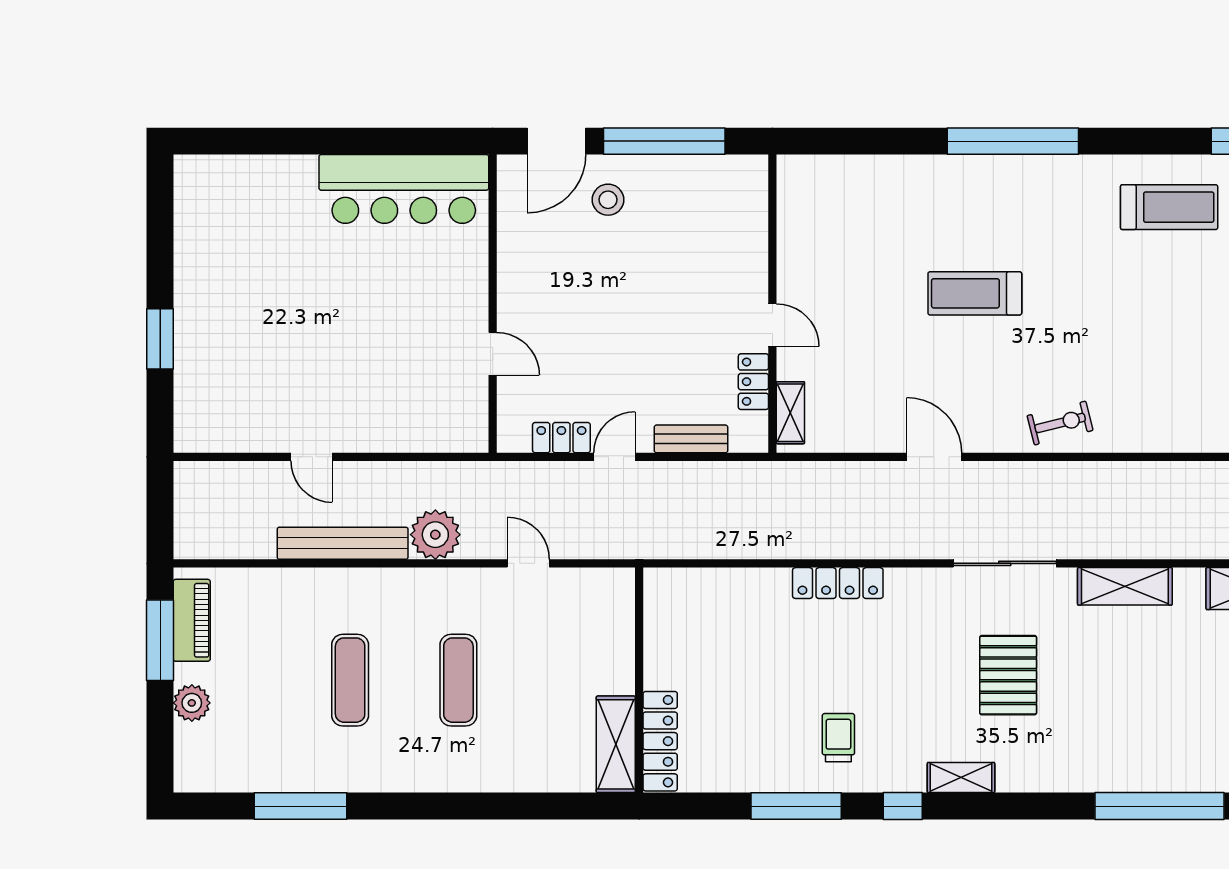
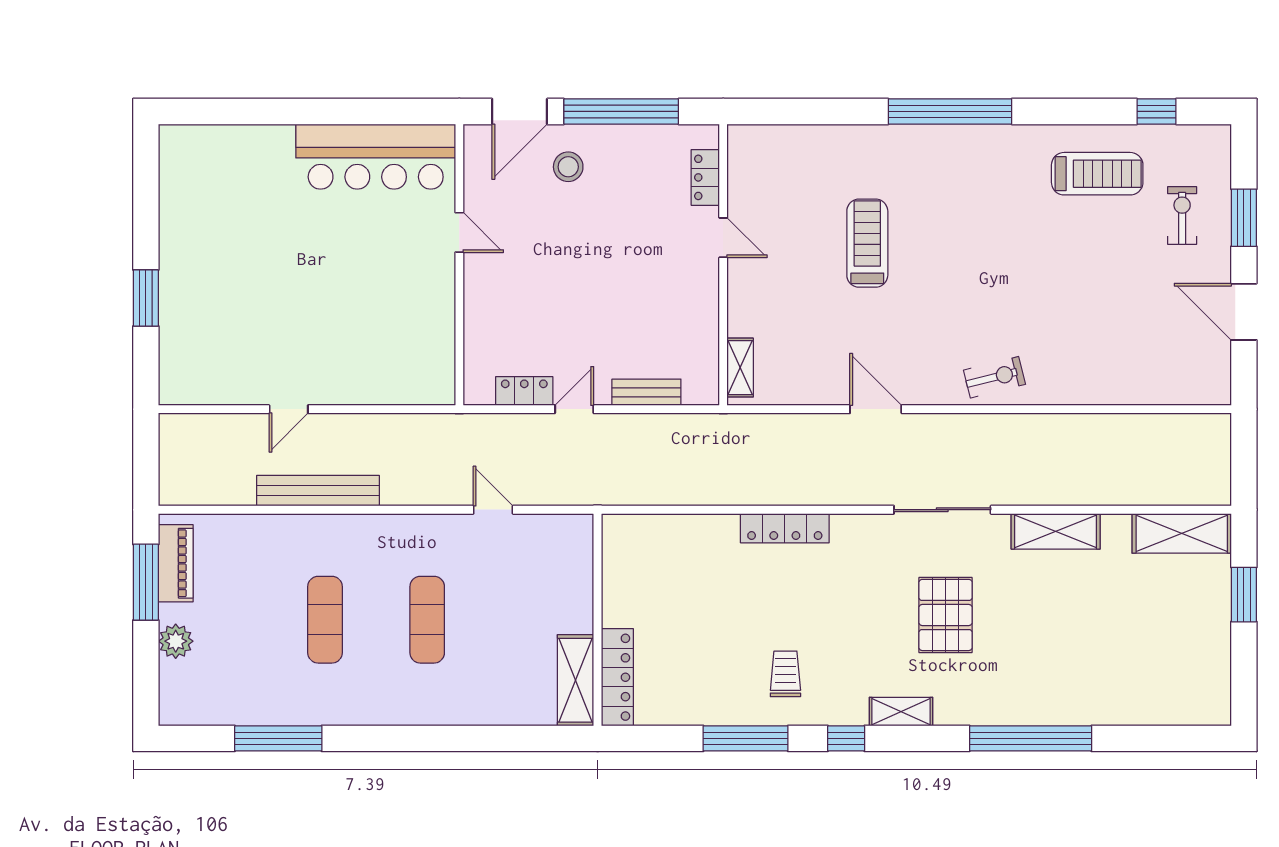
treadmill: (975, 293) -> (867, 243), moved, turned 90
door: (772, 325) -> (723, 238), moved
door: (493, 354) -> (459, 232), moved
locker: (753, 382) -> (705, 177), moved
door: (311, 457) -> (289, 409), hinge flipped
plant: (435, 535) -> (405, 483), removed
window: (1160, 806) -> (1031, 738), moved

